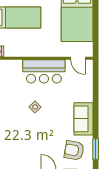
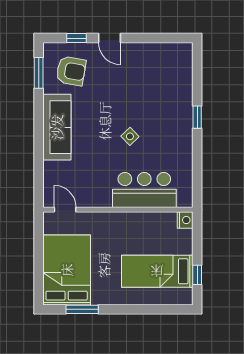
bar counter: (44, 71) -> (144, 190), moved
sofa: (83, 119) -> (57, 127), width x1.36

